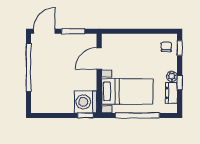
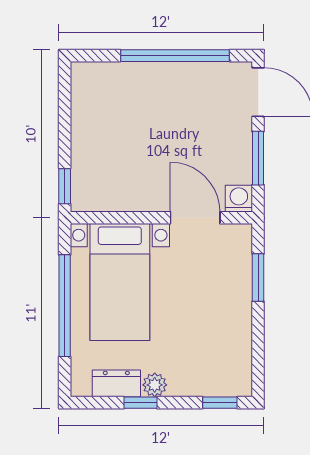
window: (125, 31) -> (258, 278), added
chair: (166, 47) -> (223, 372), removed
washing machine: (86, 102) -> (239, 199), moved, width x0.53, depth x0.53

